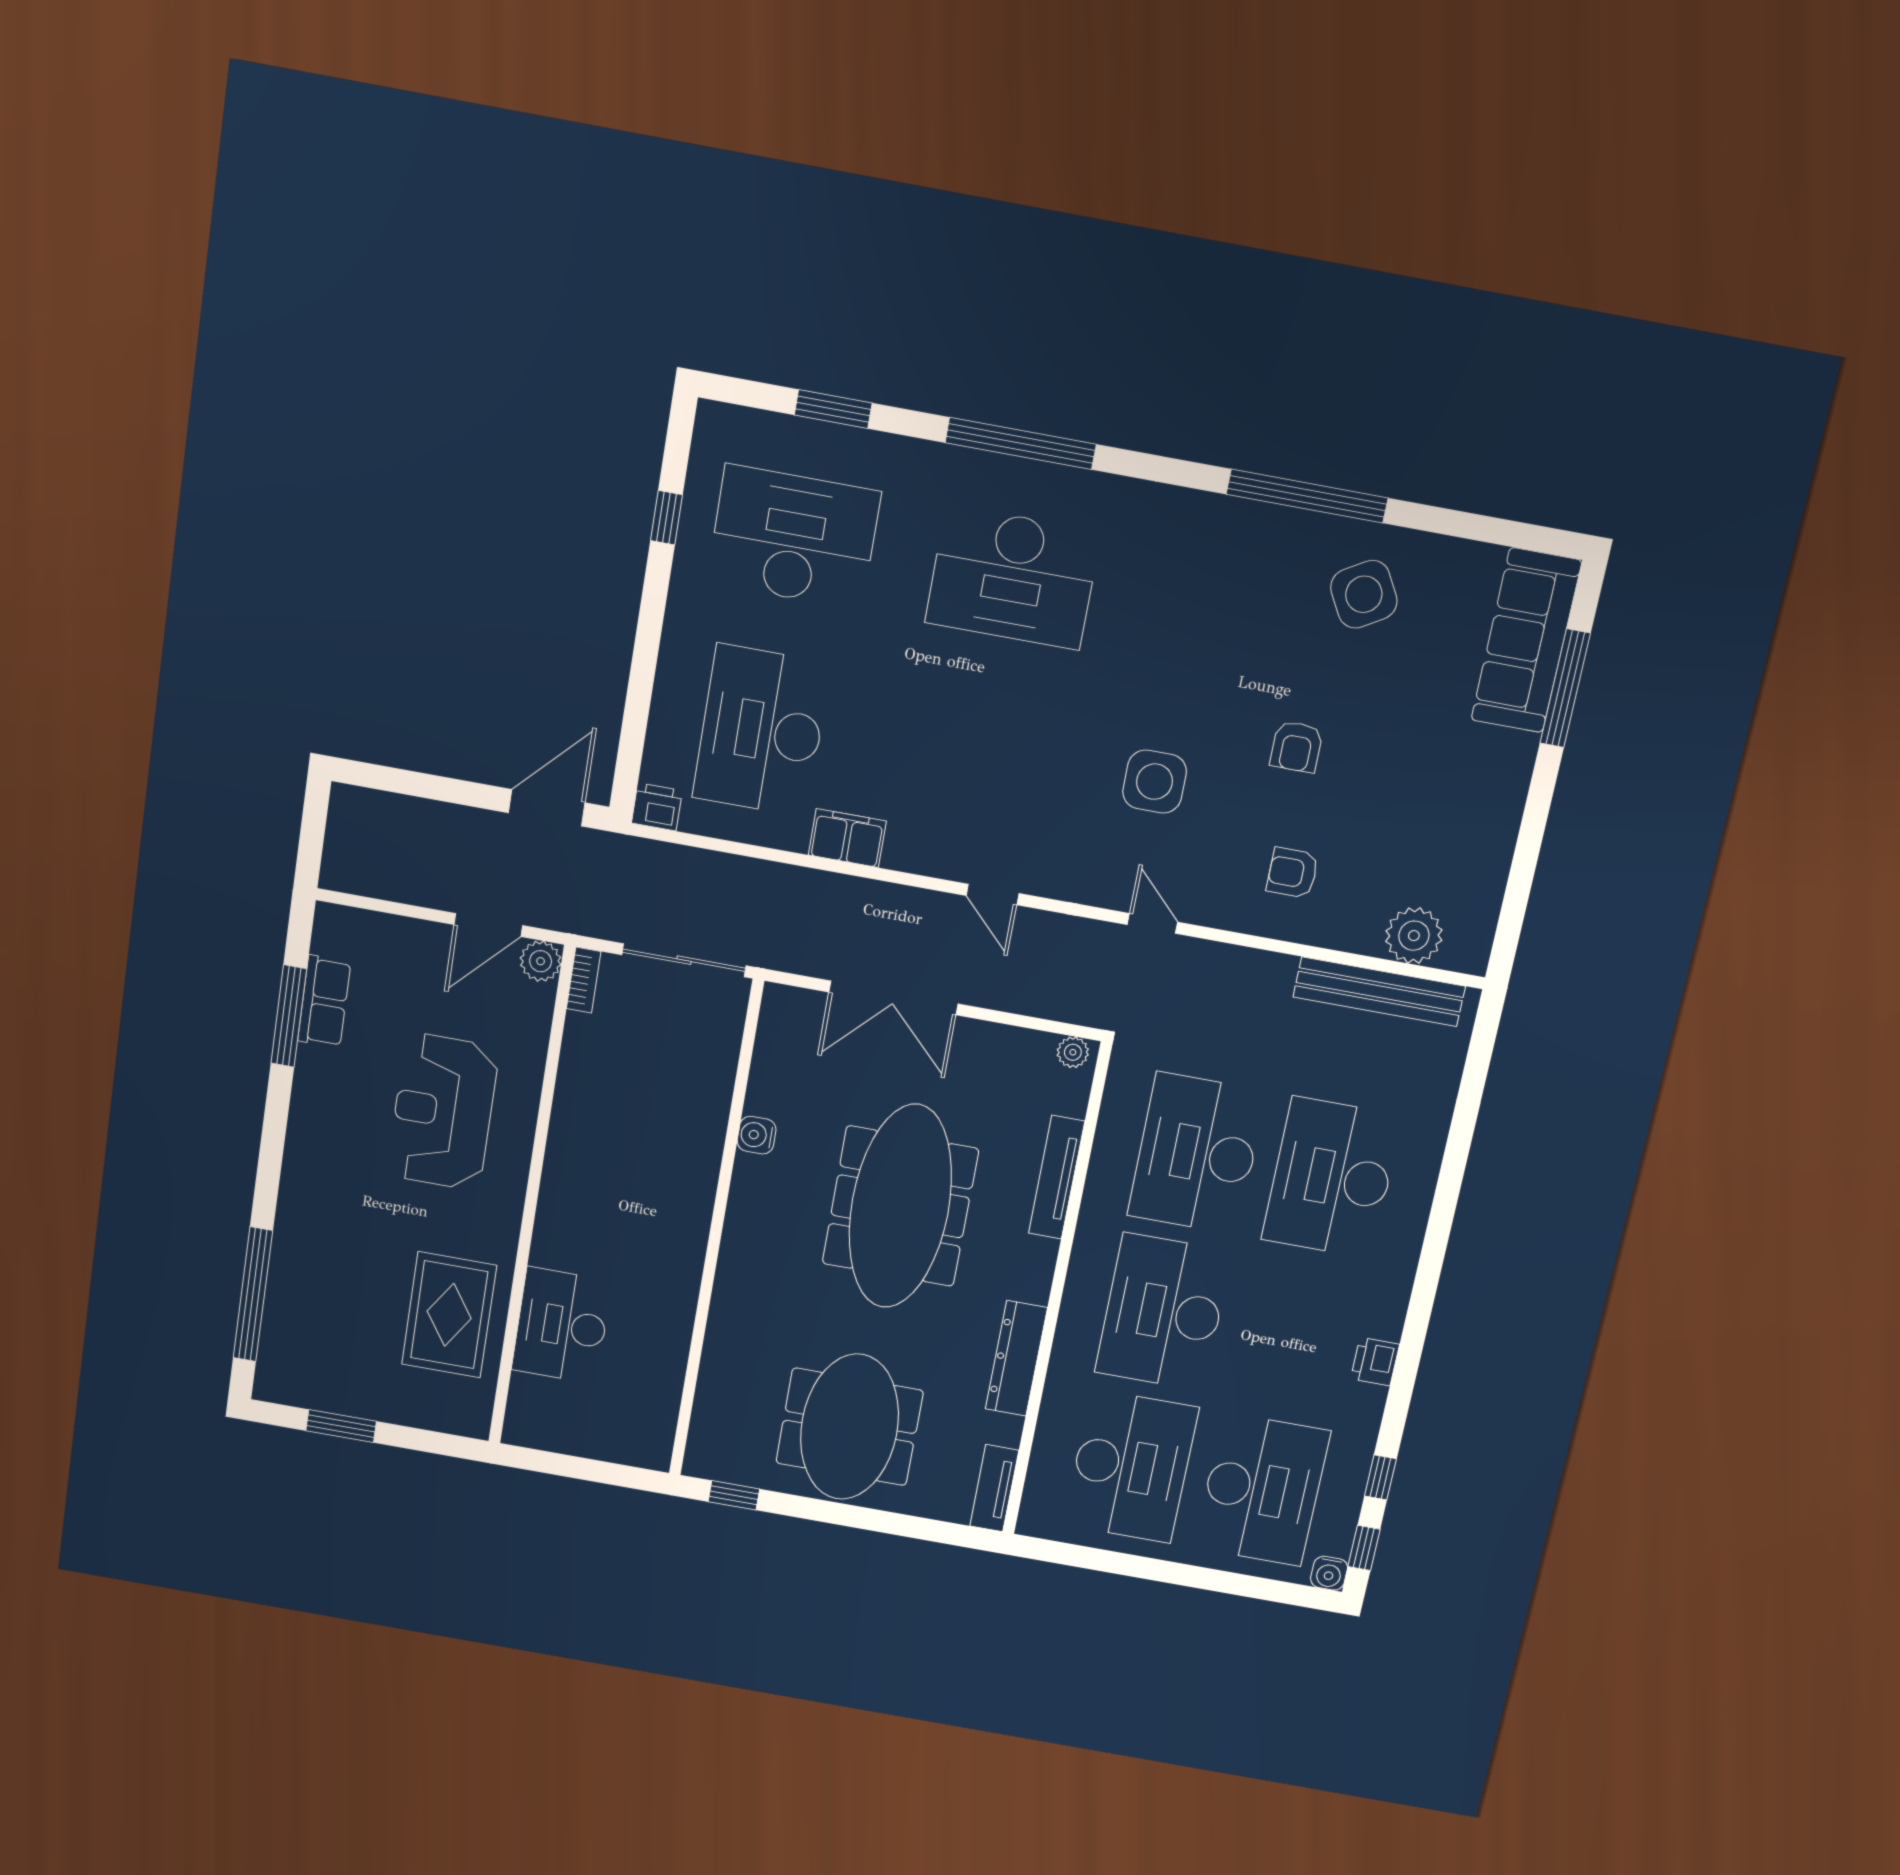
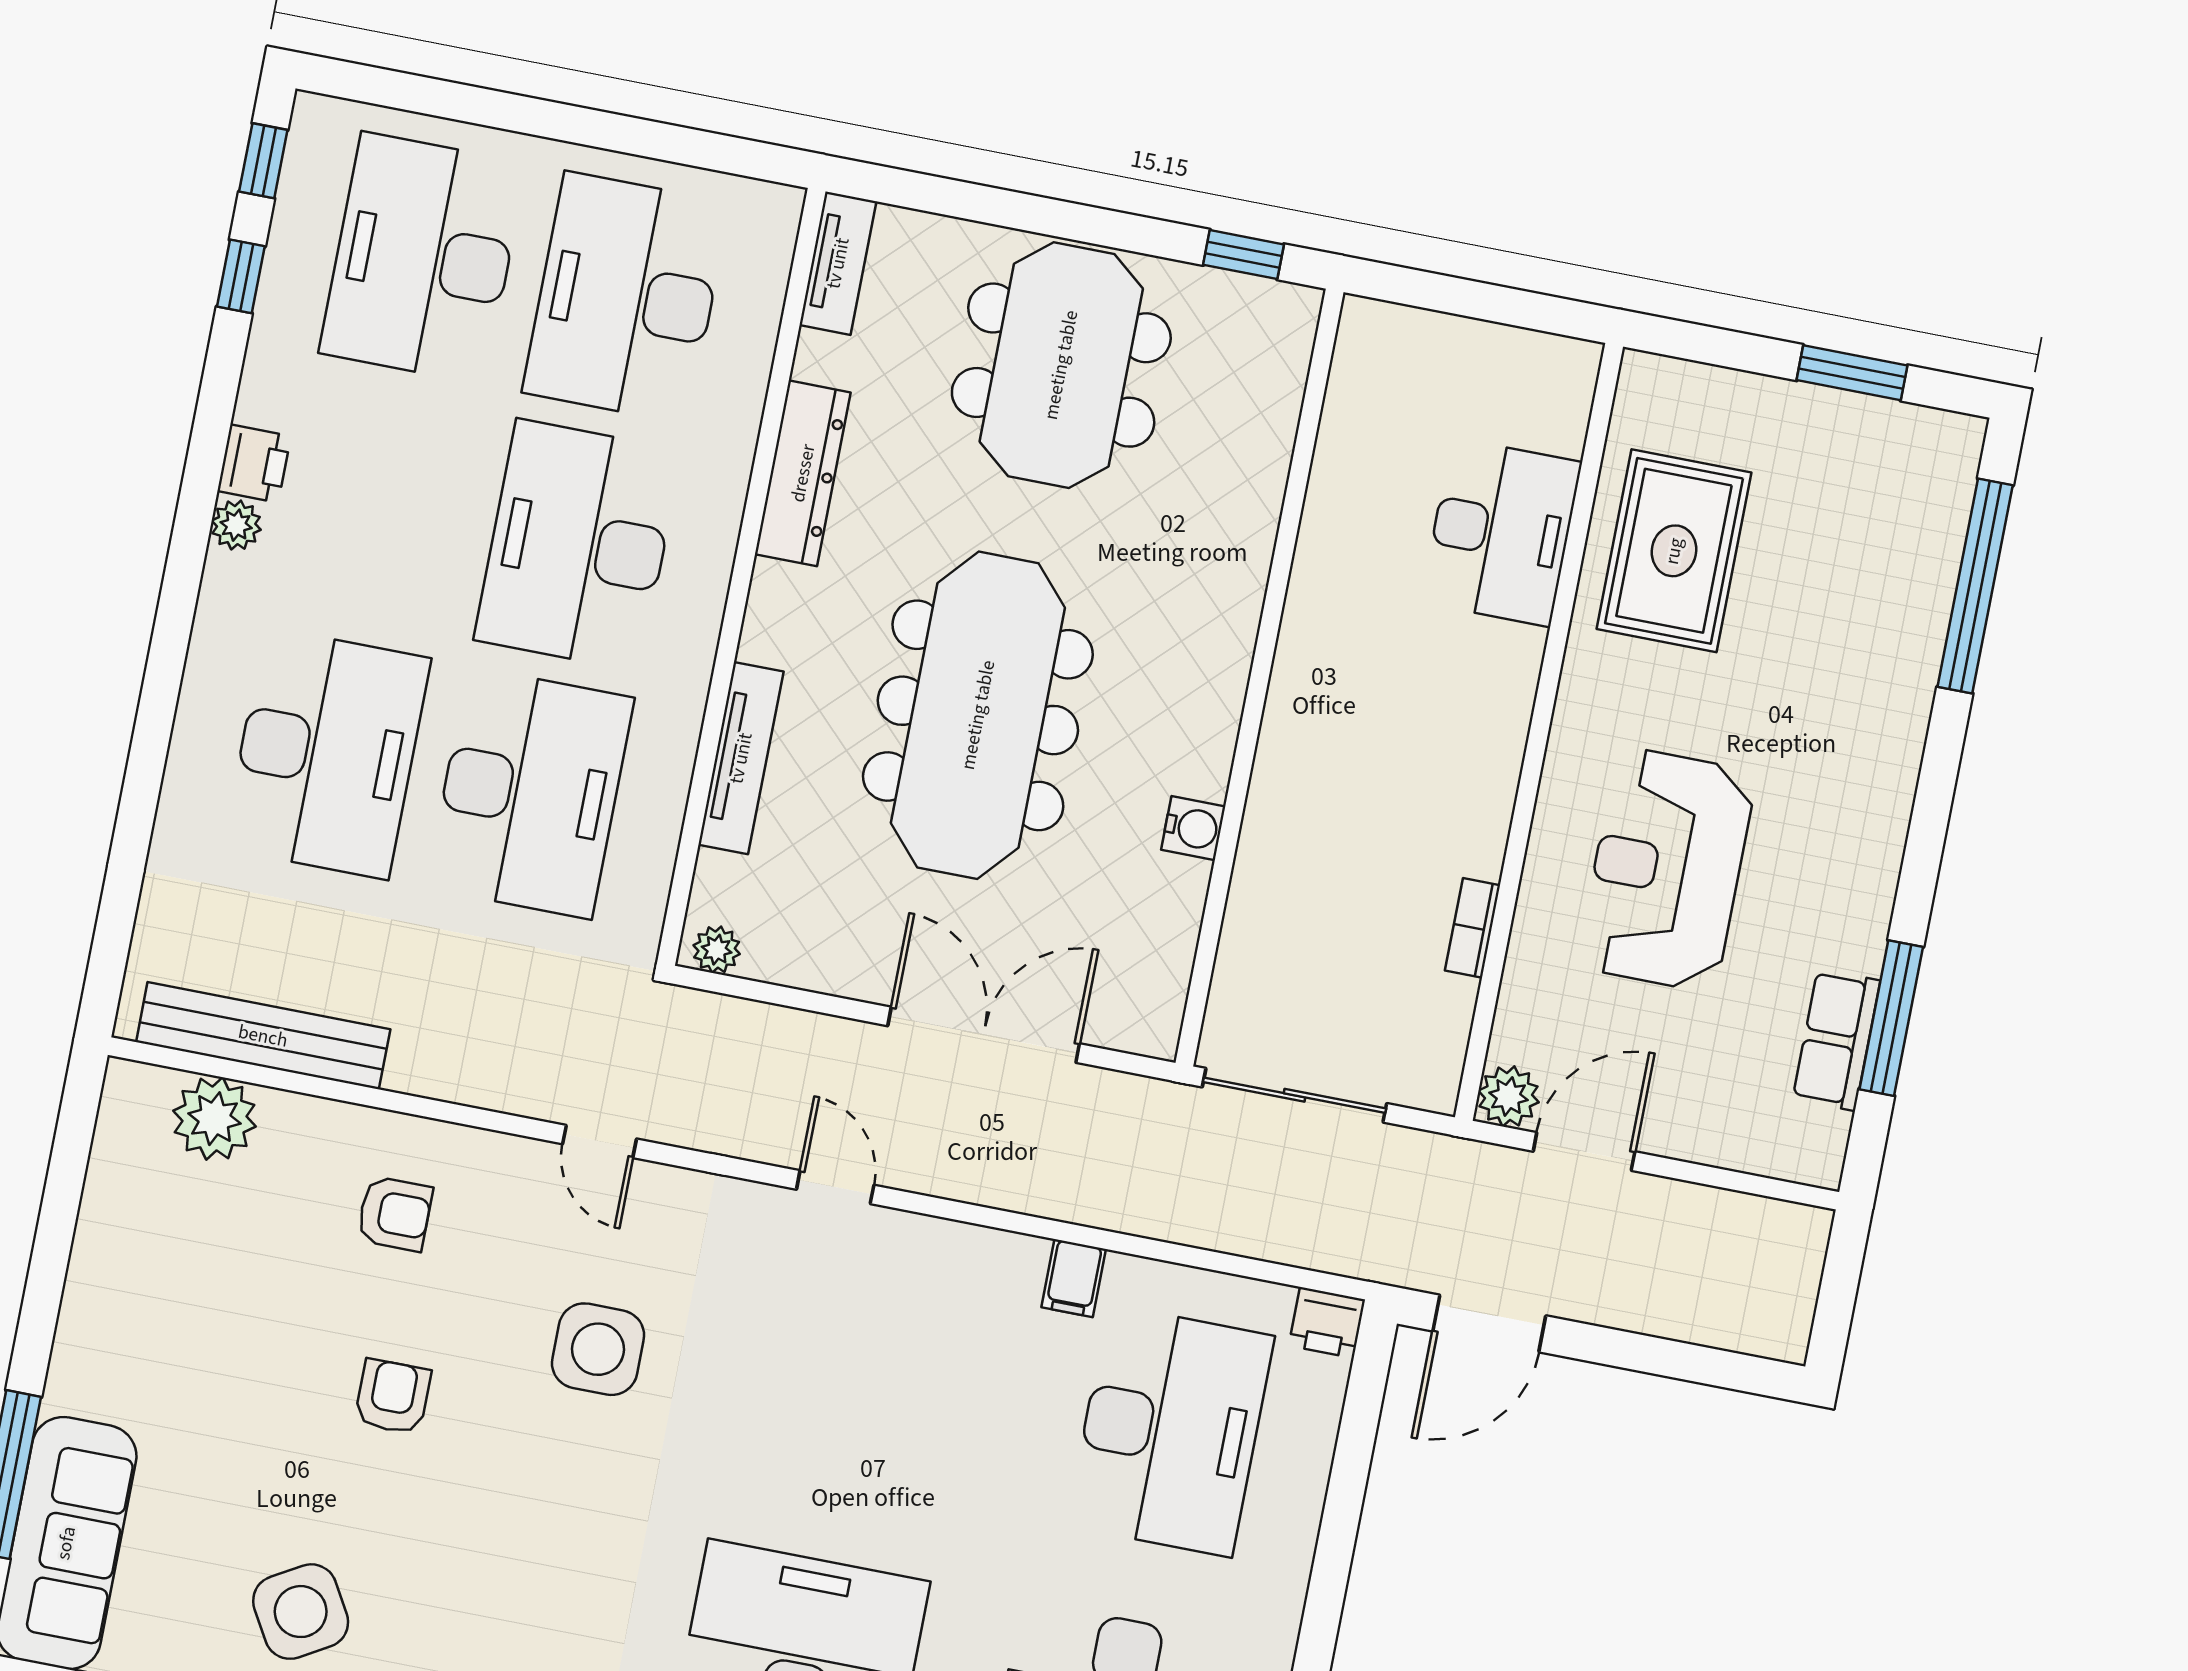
filing cabinet: (847, 838) -> (1074, 1278), width x0.50
bookcase: (584, 980) -> (1473, 928), moved
reception desk: (443, 1112) -> (1667, 869), turned 180
desk: (1163, 1312) -> (578, 545), turned 180
plant: (1388, 1323) -> (236, 525), added
water cooler: (1329, 1573) -> (316, 119), removed

